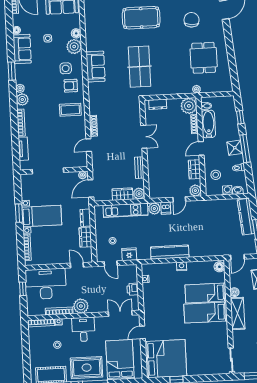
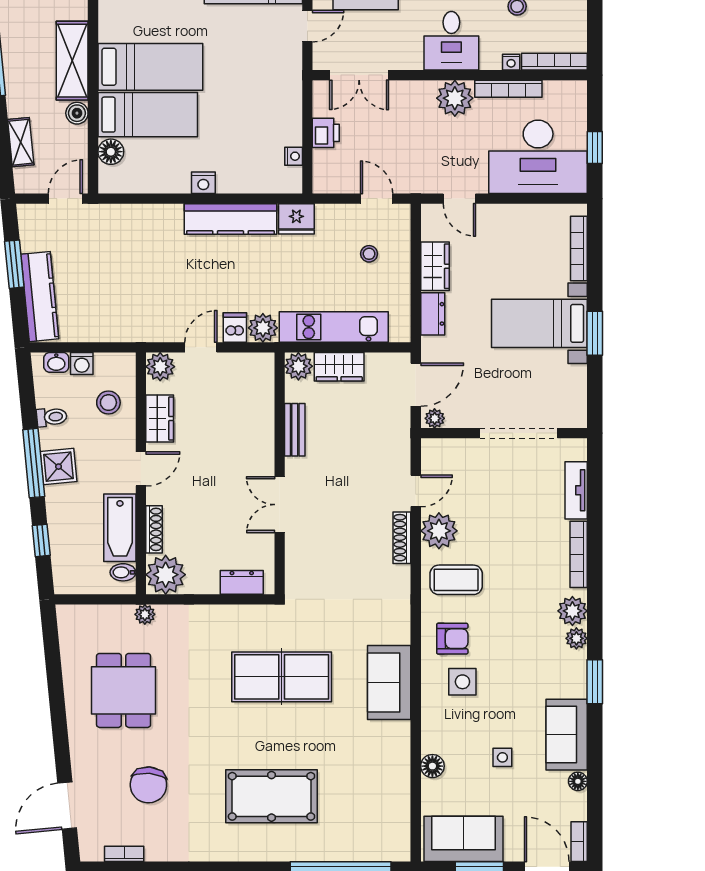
plant: (74, 47) -> (439, 531), moved
table tennis table: (139, 67) -> (282, 677), turned 90
fridge: (129, 254) -> (296, 219), moved
floor lamp: (219, 267) -> (111, 152), moved

